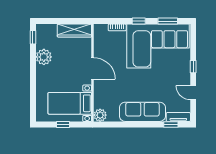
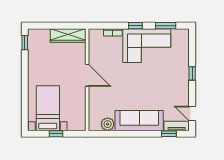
corner sofa: (158, 46) -> (147, 46), width x0.73, depth x0.74
plant: (44, 57) -> (36, 63), removed
door: (193, 93) -> (192, 113), moved
bed with nightstands: (70, 103) -> (48, 108), moved, turned 90
plant: (100, 115) -> (108, 124), moved

